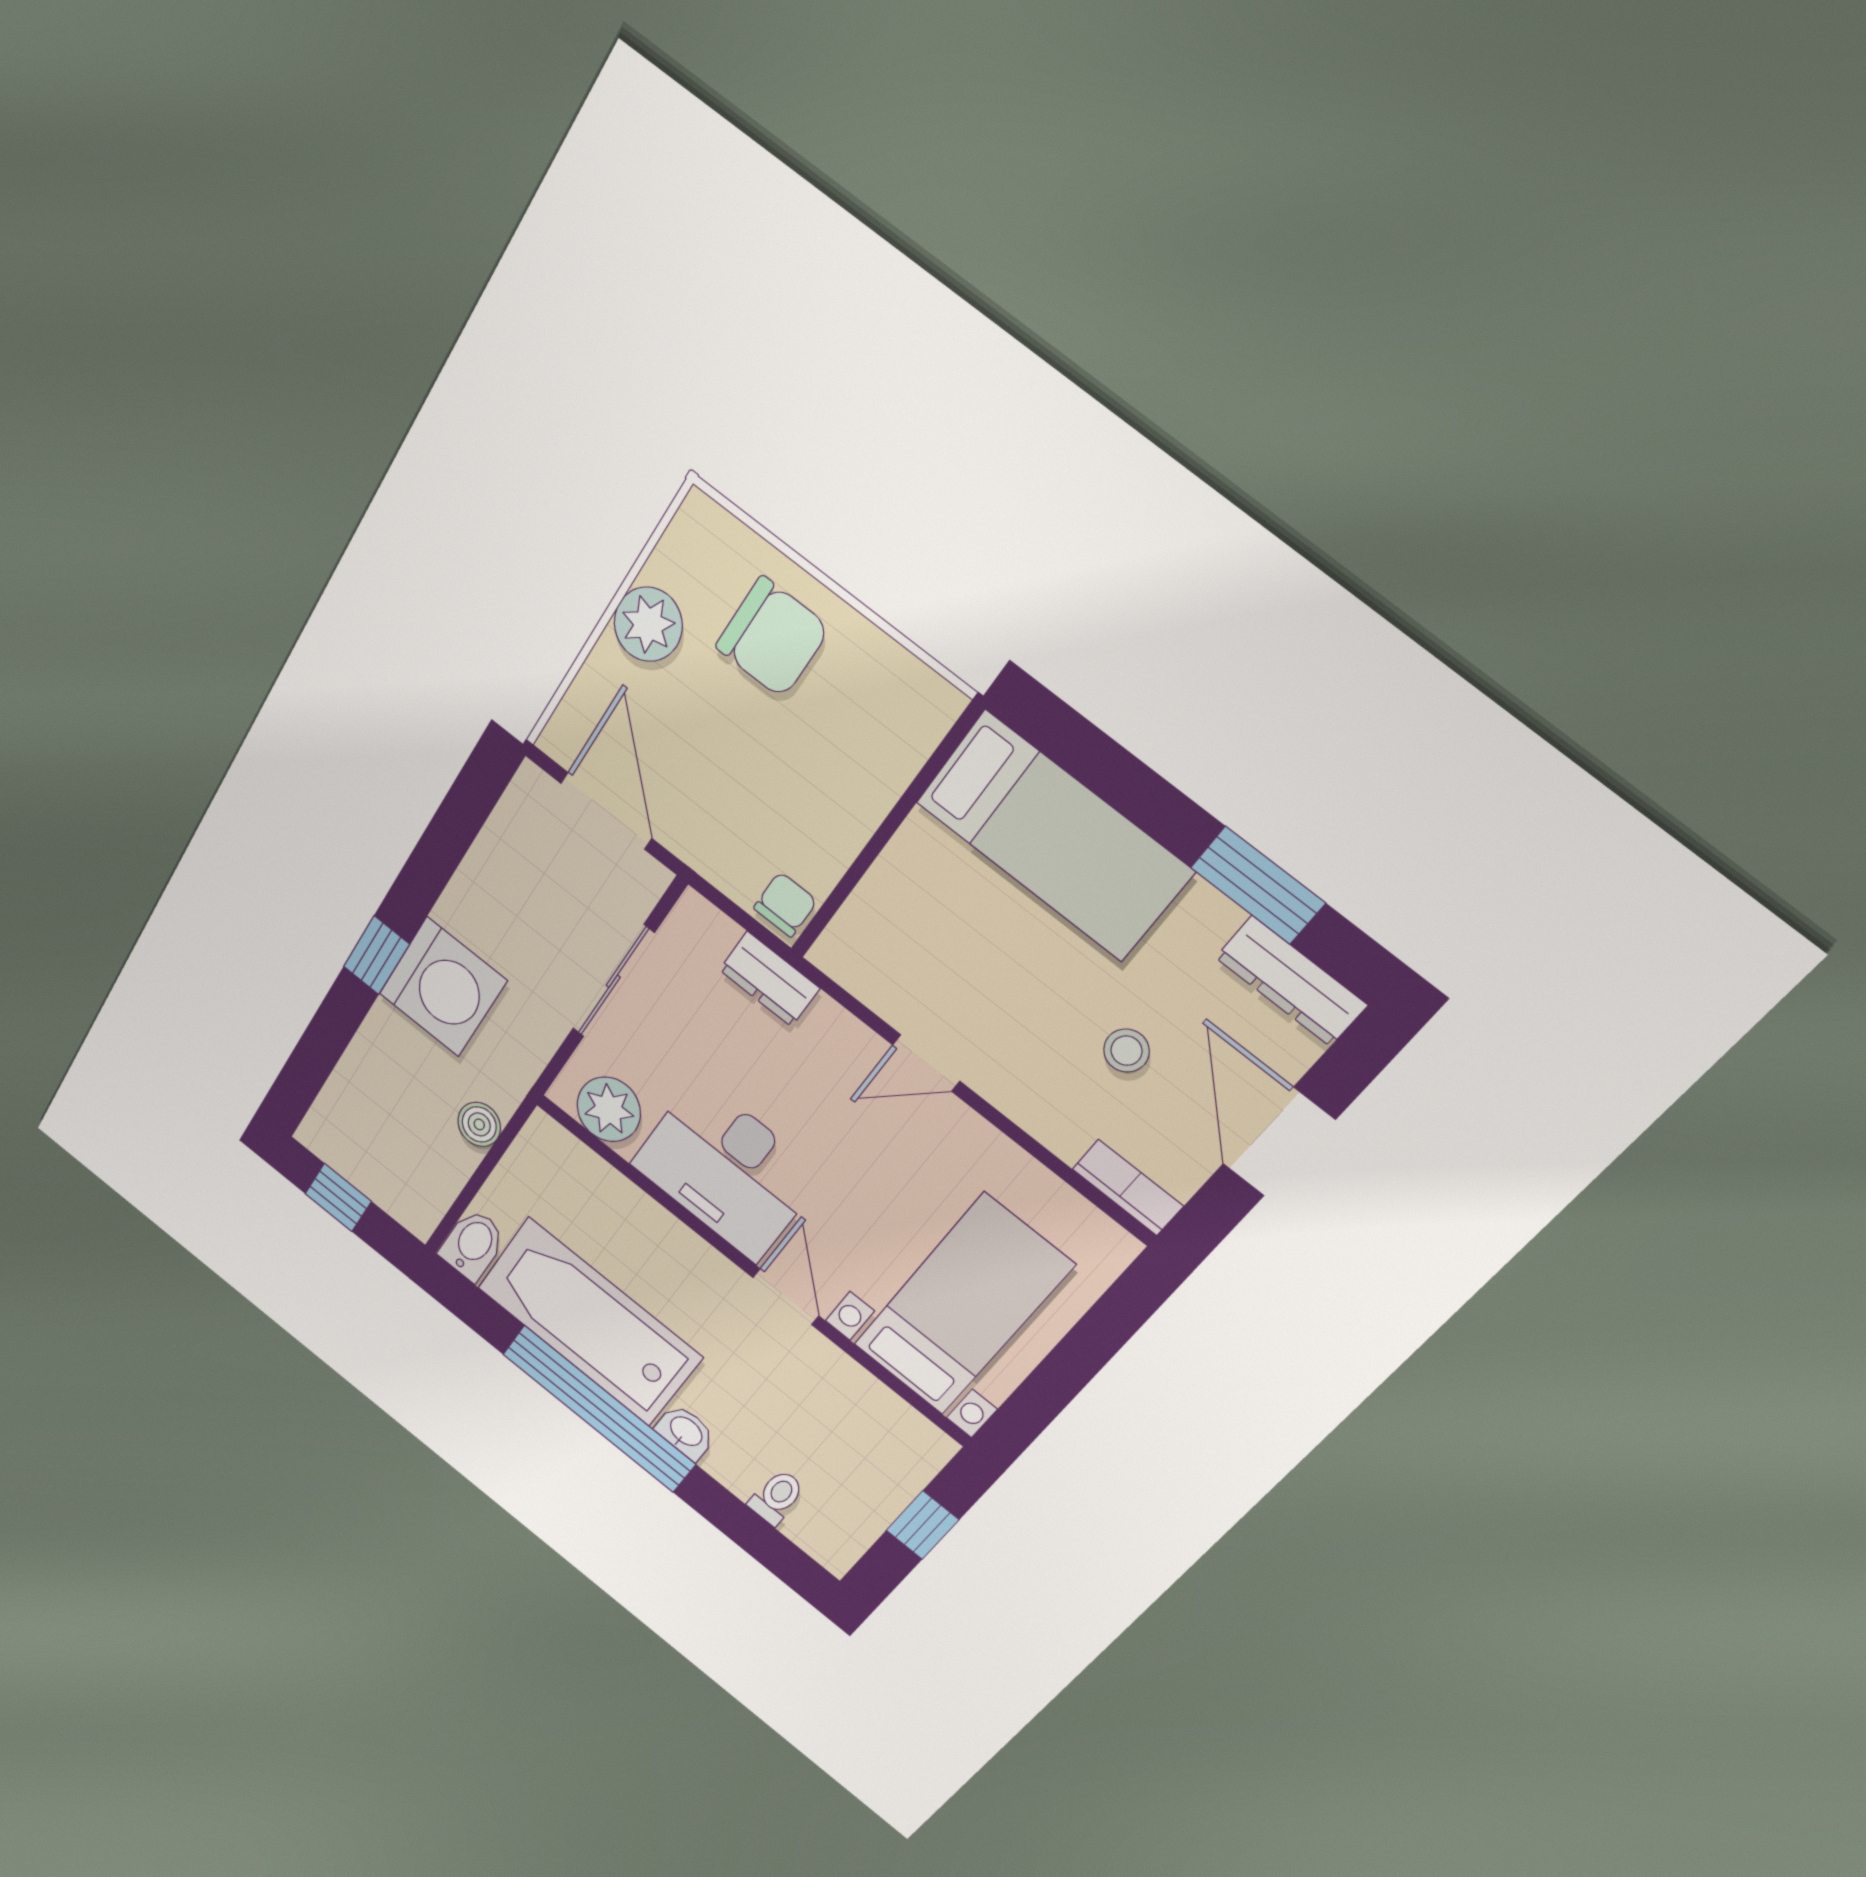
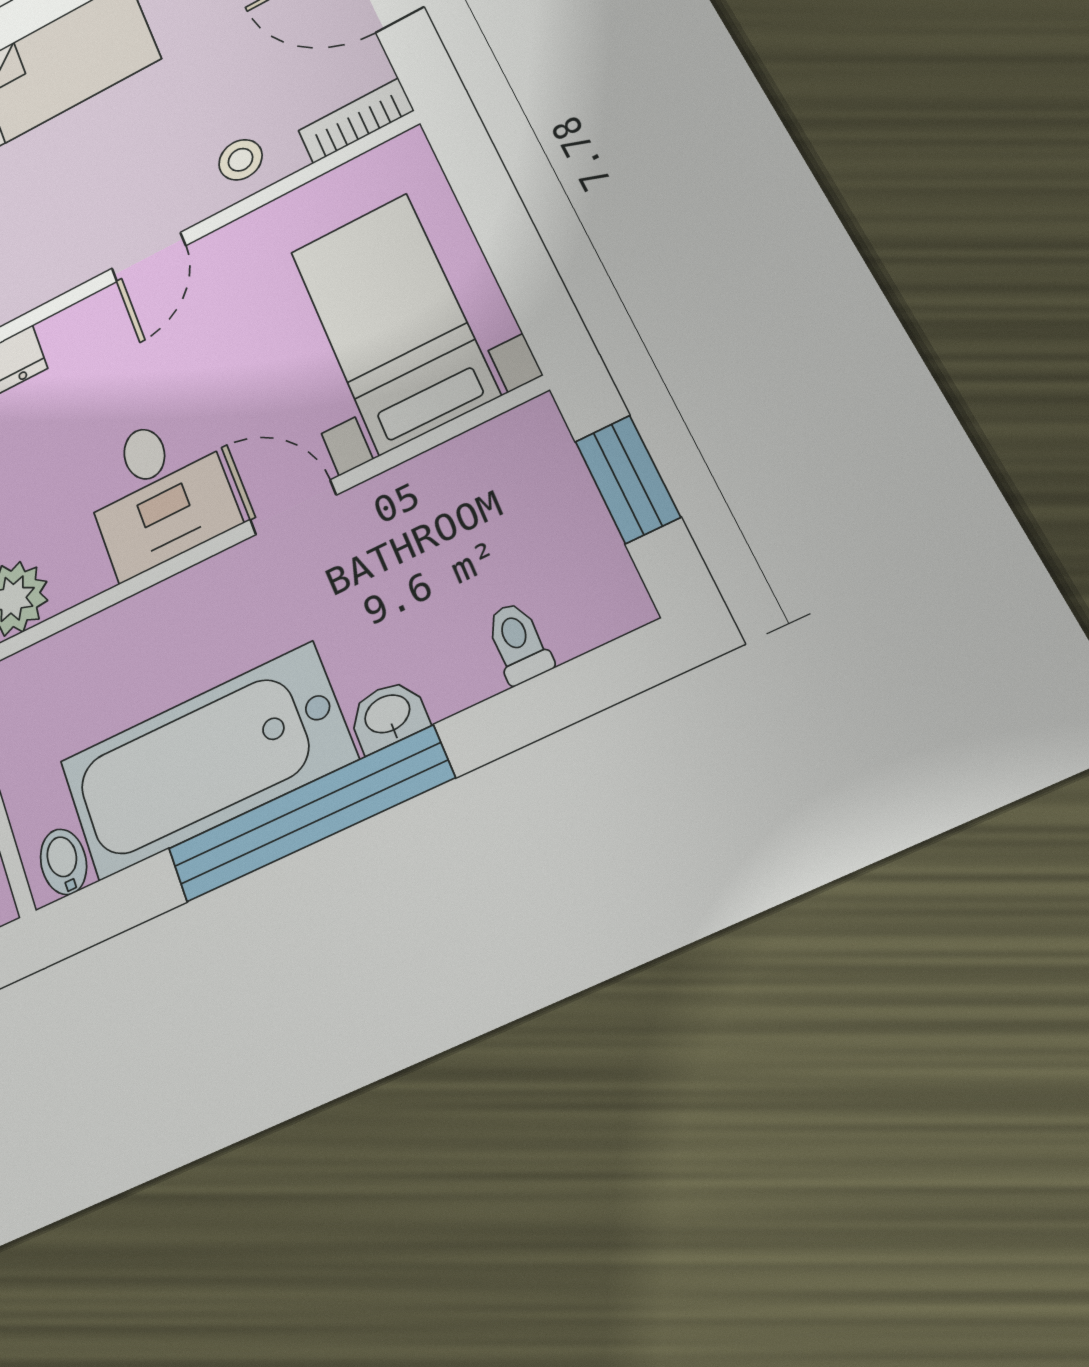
stool: (1127, 1051) -> (241, 160), moved
desk: (727, 1170) -> (158, 492), width x0.73
bidet: (473, 1245) -> (63, 862), width x0.72, depth x0.74
window: (922, 1525) -> (627, 479), width x1.50

